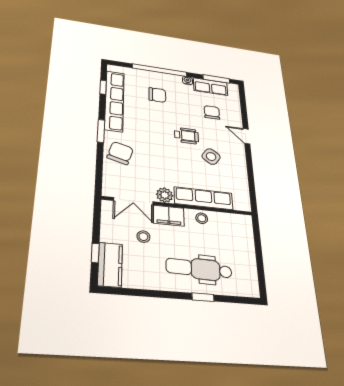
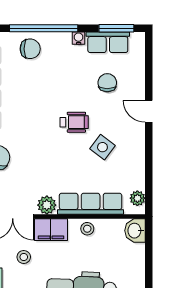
chair: (157, 95) -> (30, 49), moved
plant: (244, 198) -> (137, 198), added
washbasin: (244, 224) -> (135, 231), added

